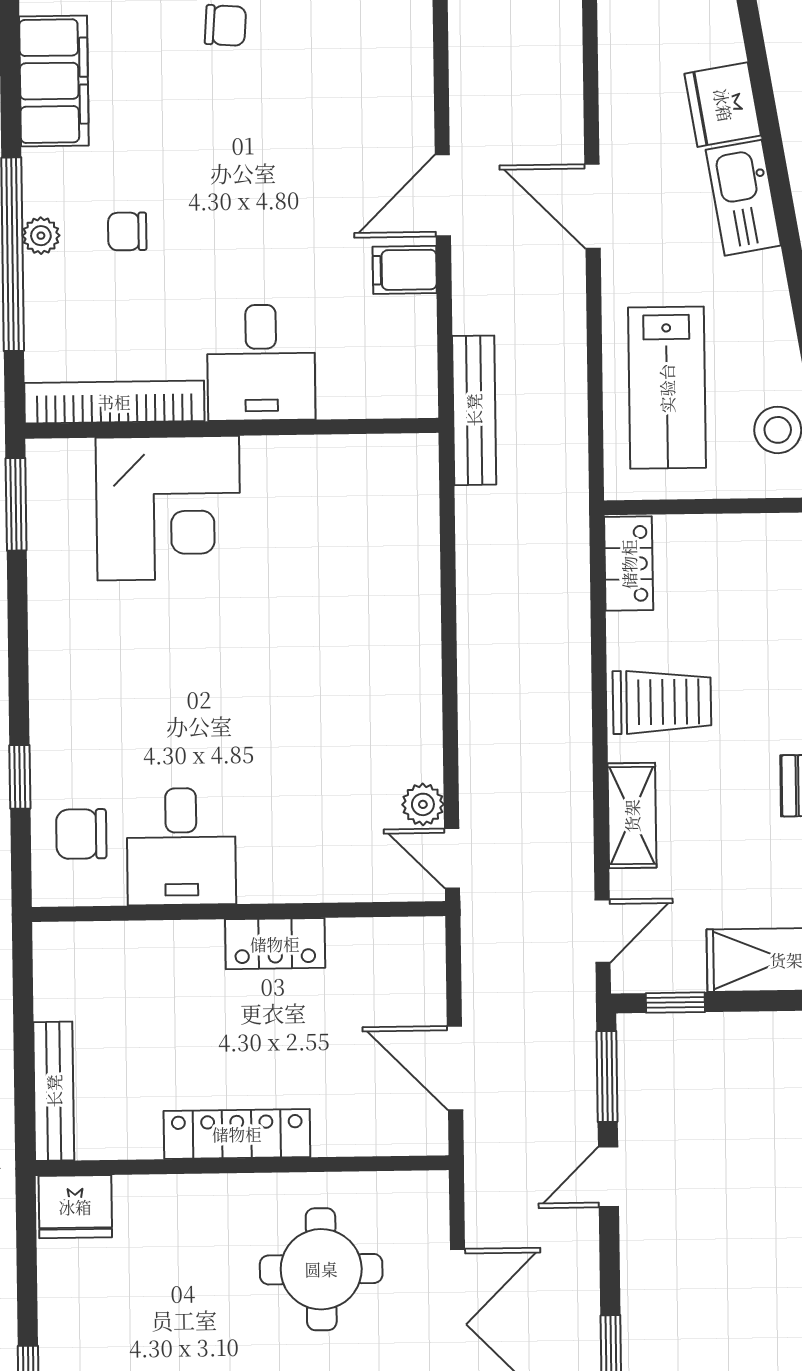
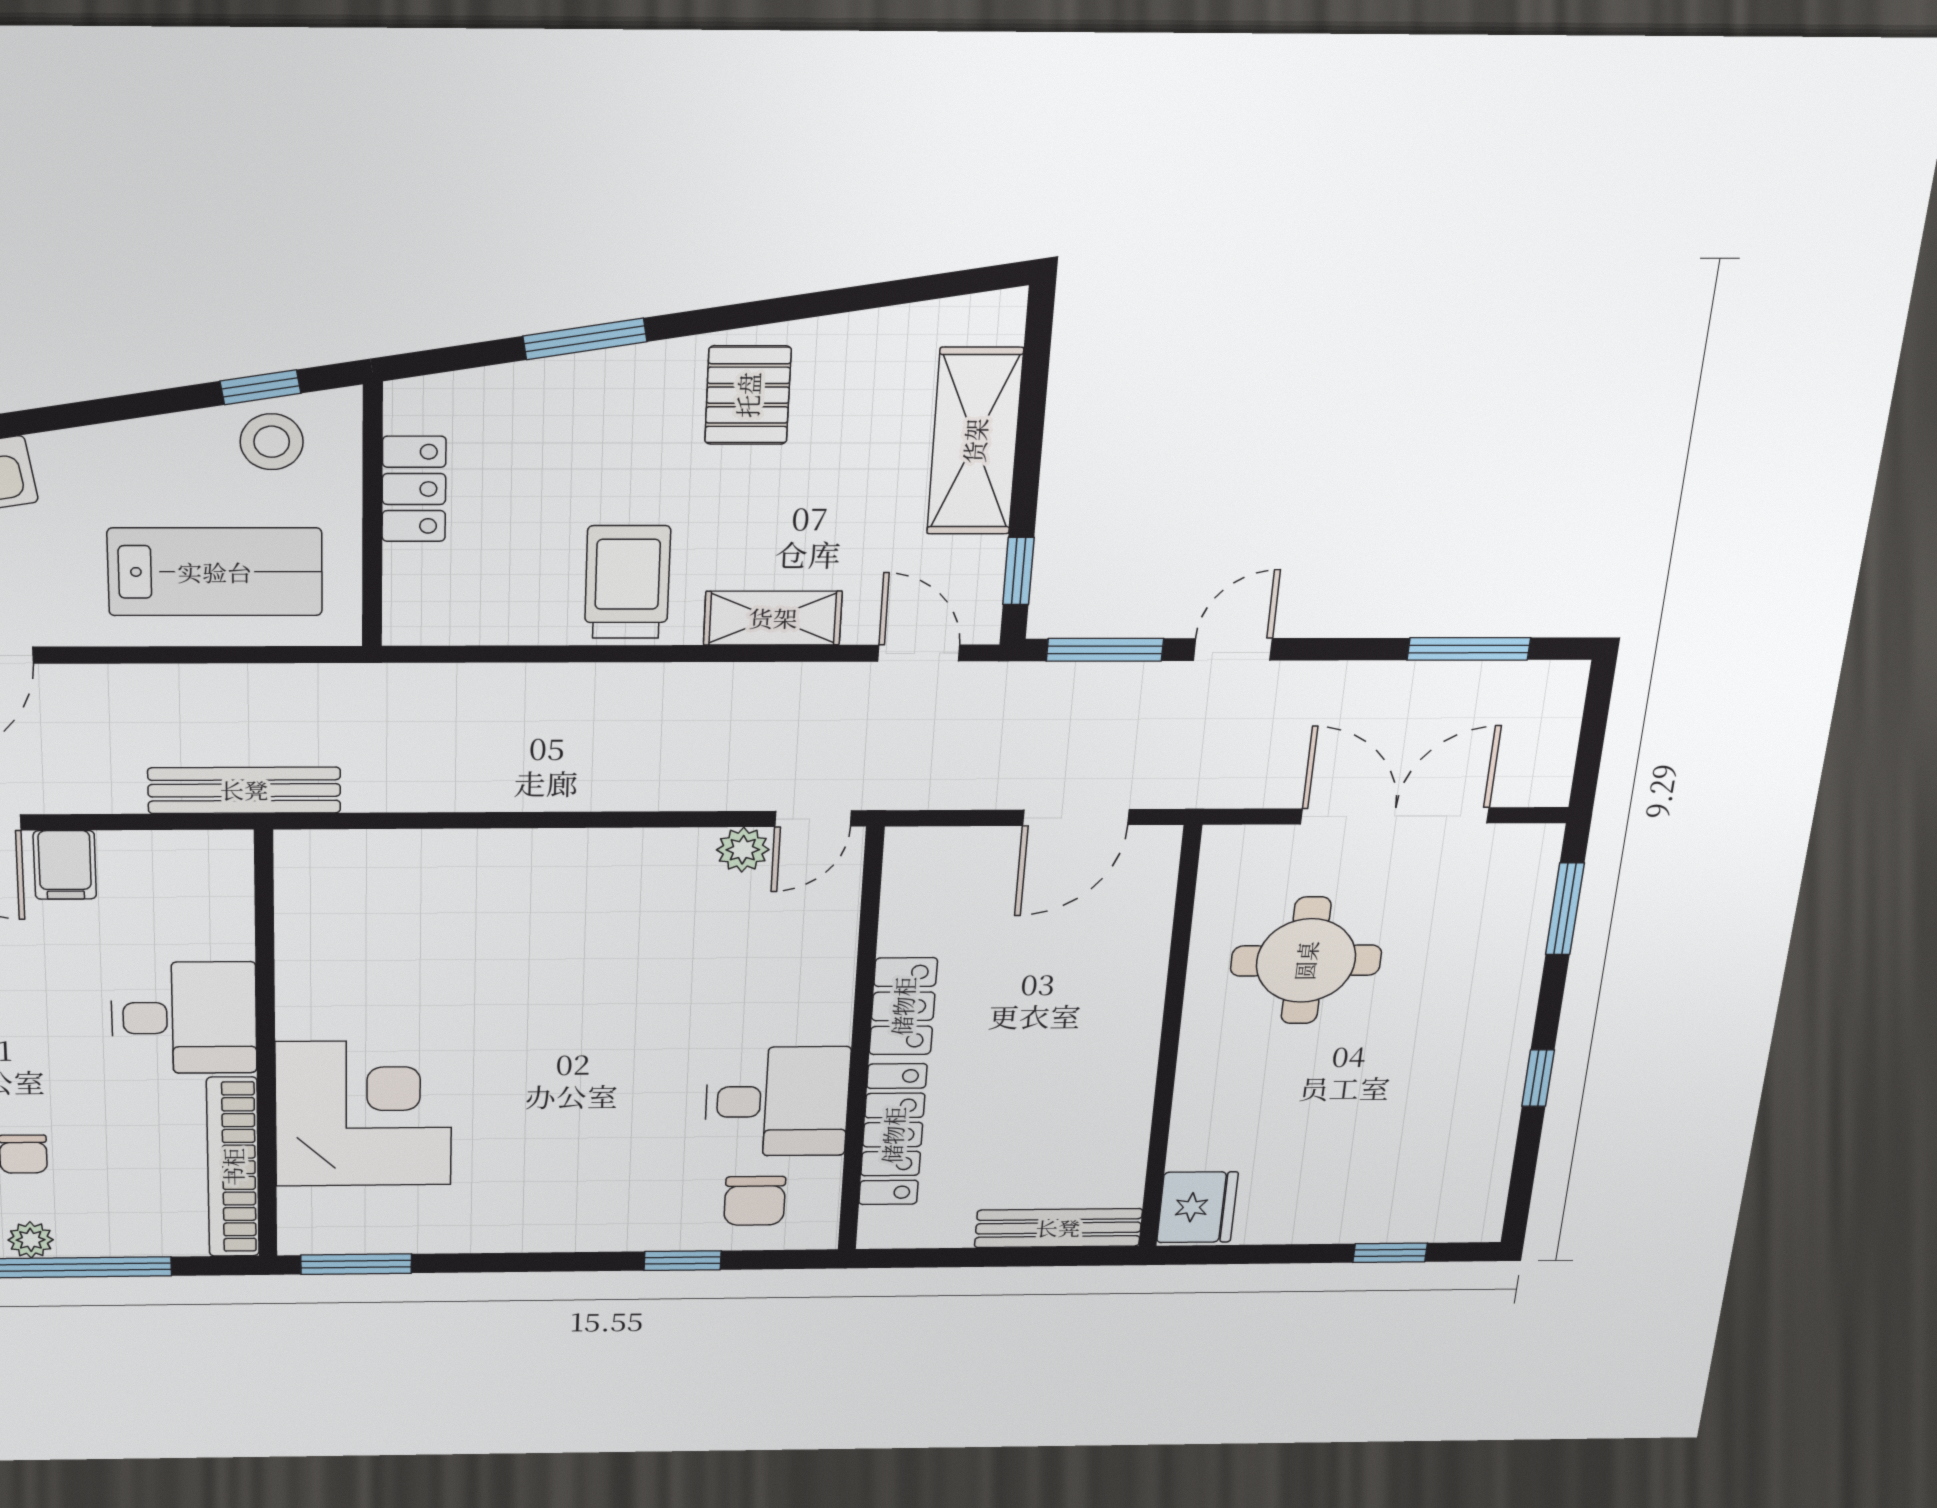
locker: (629, 564) -> (414, 489), moved, turned 90
locker: (237, 1134) -> (893, 1135), moved, turned 180
door: (608, 1177) -> (1233, 649), swing flipped

